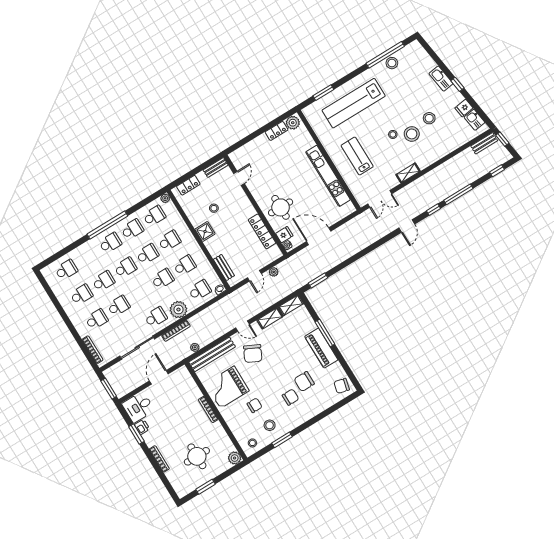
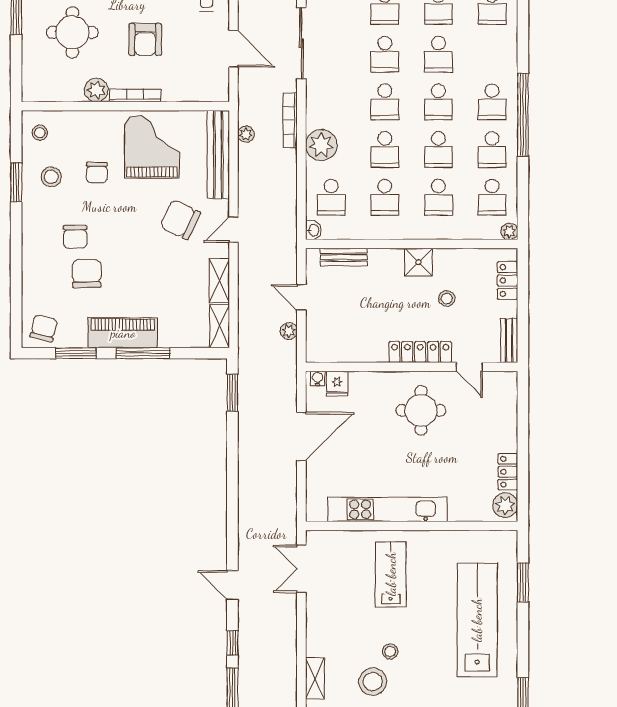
lab bench: (357, 156) -> (391, 574), turned -90
shelving: (408, 173) -> (315, 678), moved
round table: (281, 207) -> (421, 410), moved
locker: (262, 231) -> (420, 352), moved
school desk: (156, 317) -> (385, 102), moved
window: (344, 364) -> (76, 353), added
armchair: (180, 421) -> (145, 39), added
plant: (235, 458) -> (96, 90), moved

